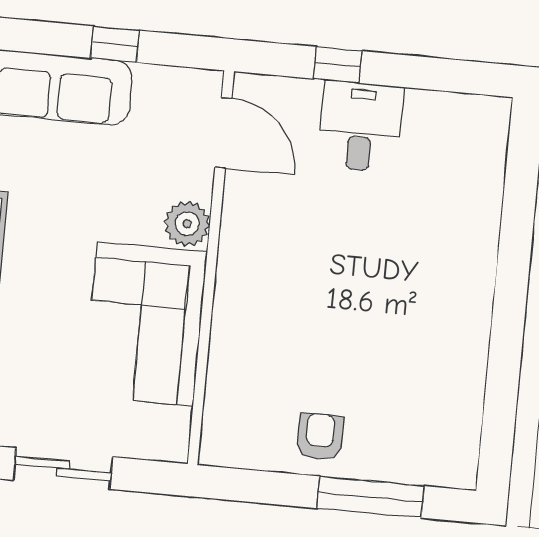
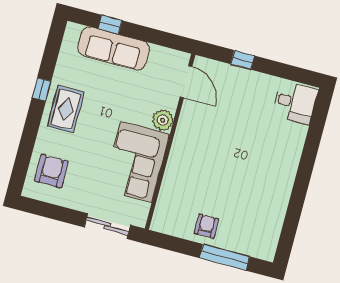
window: (115, 44) -> (110, 25), moved
desk: (361, 127) -> (295, 103), moved, turned 90
sliding door: (63, 469) -> (107, 226), moved

